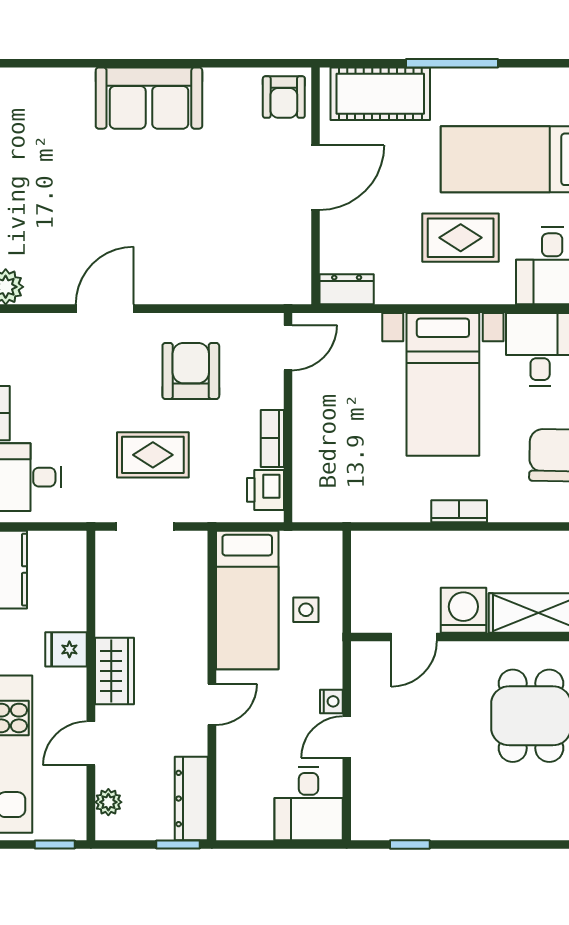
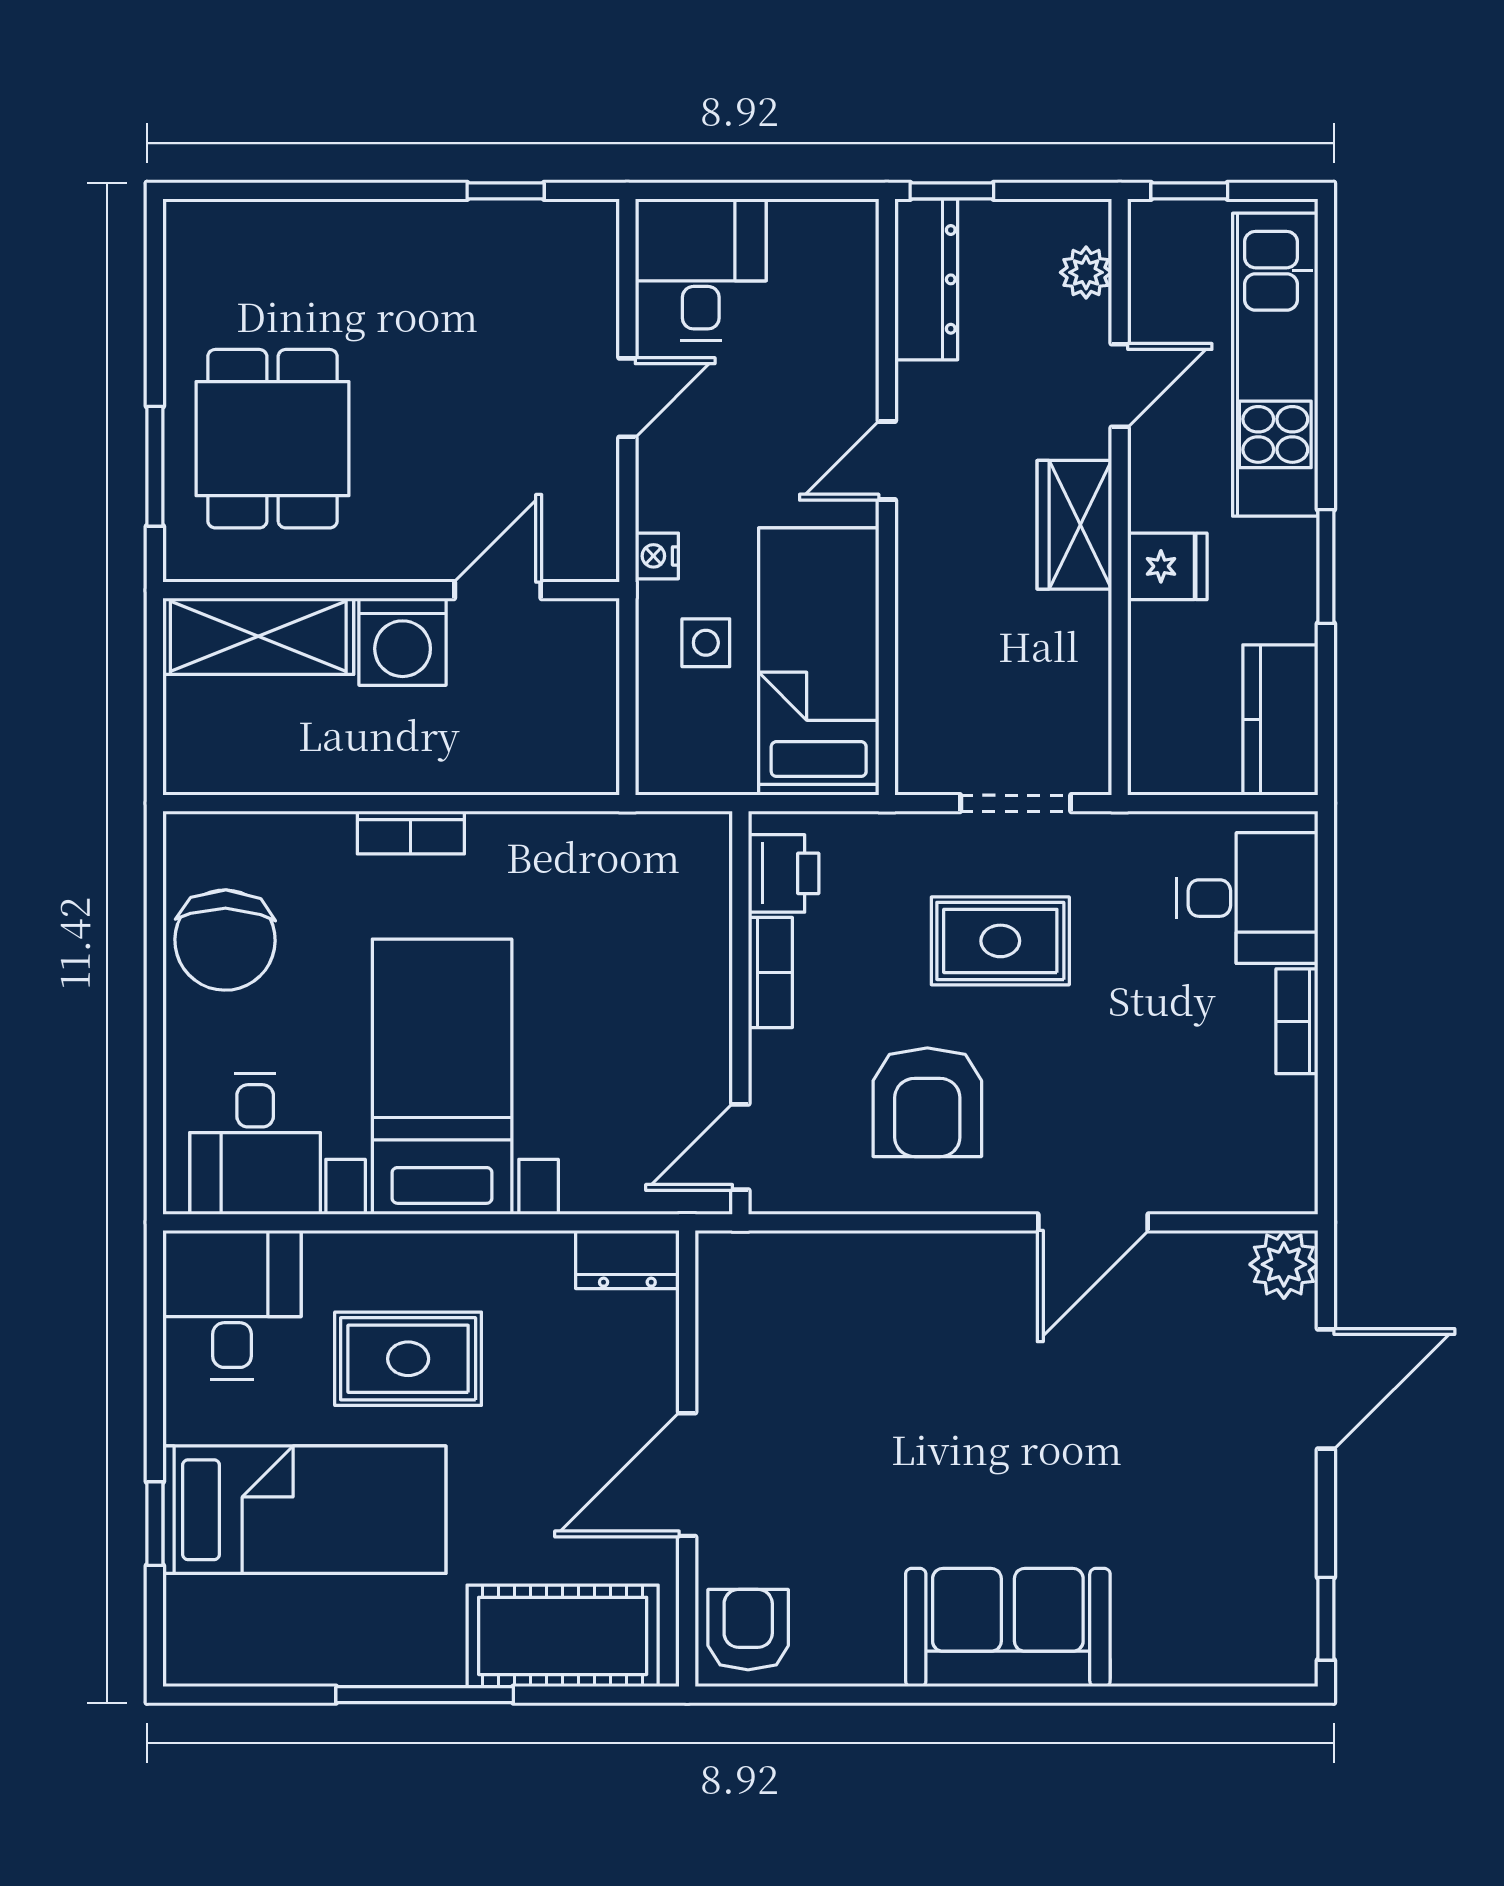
nightstand: (331, 701) -> (657, 556), moved

